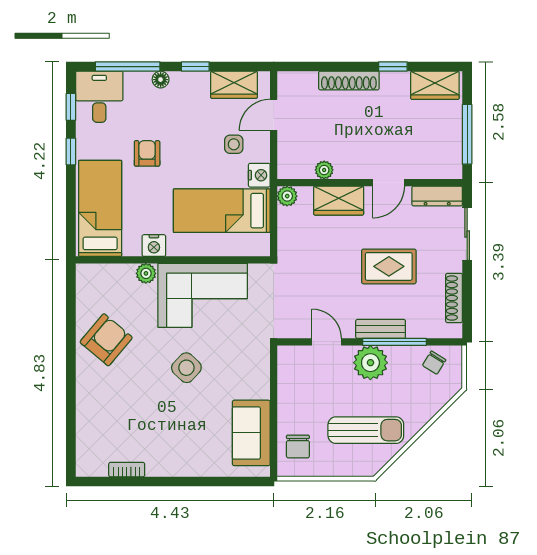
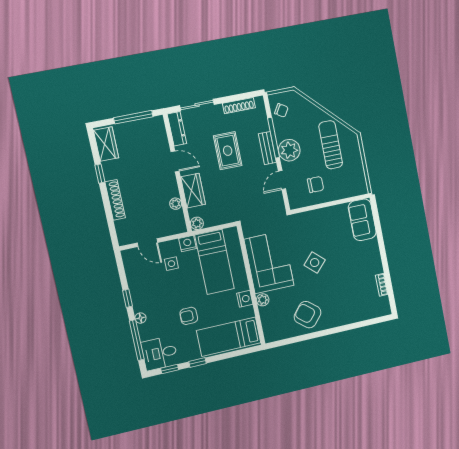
wardrobe: (234, 85) -> (134, 272), removed
sofa: (251, 433) -> (362, 220), moved, turned 90
chair: (298, 446) -> (316, 185), moved

